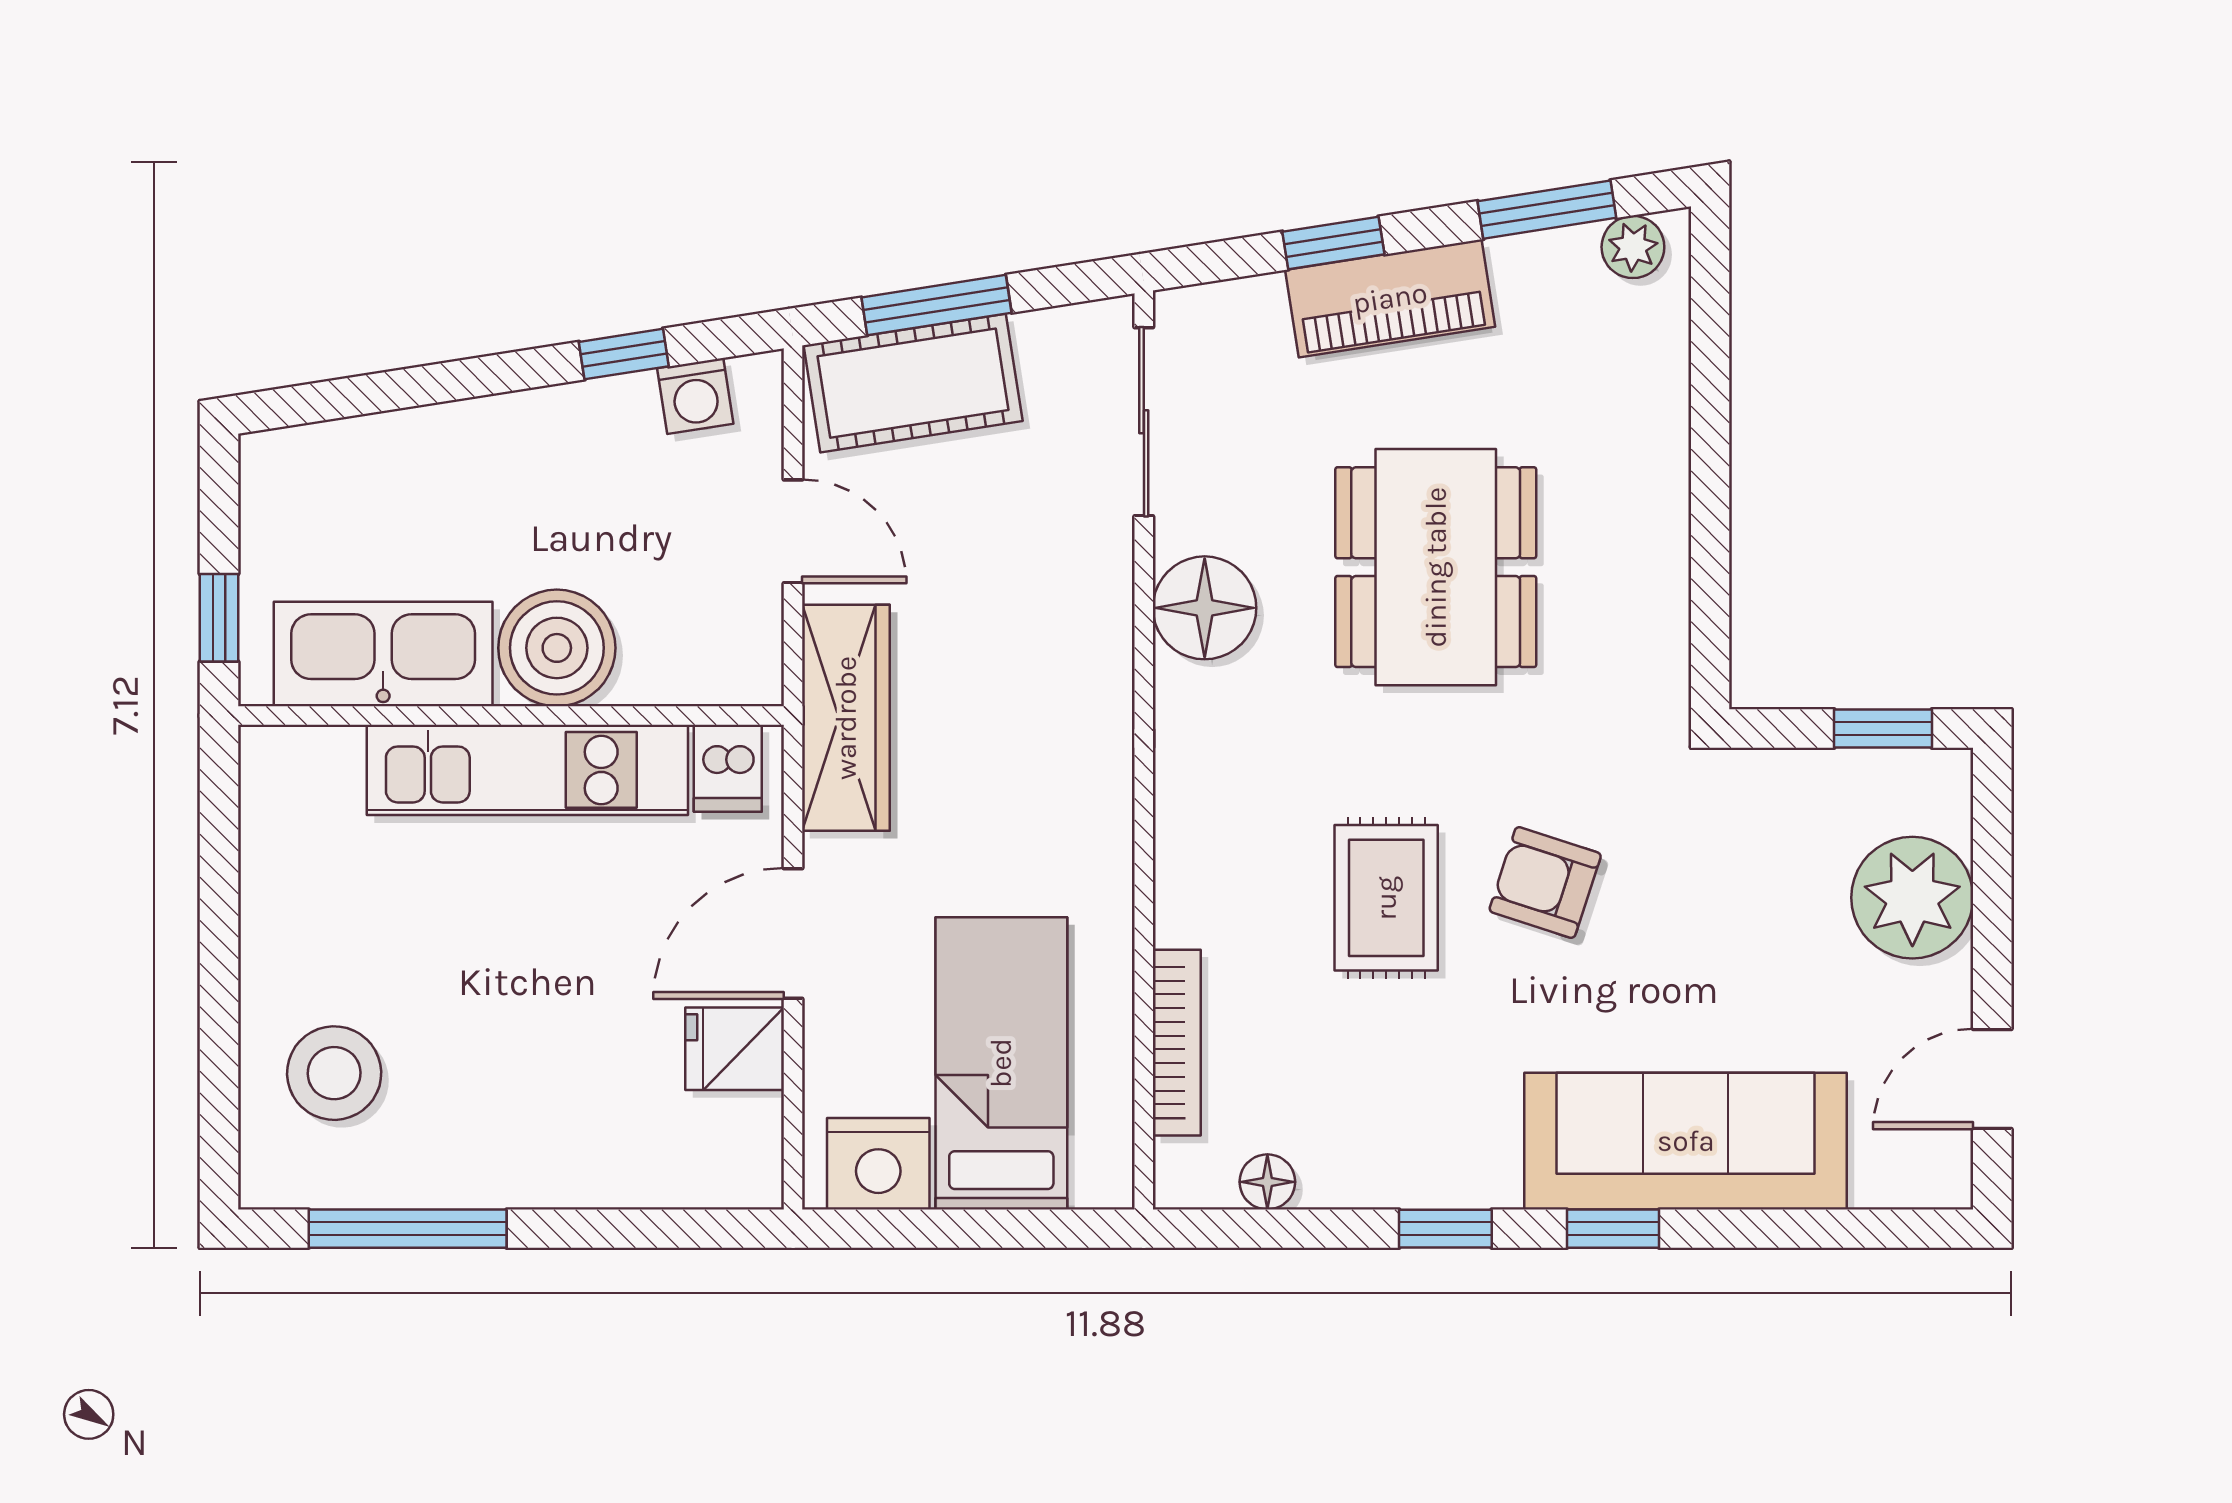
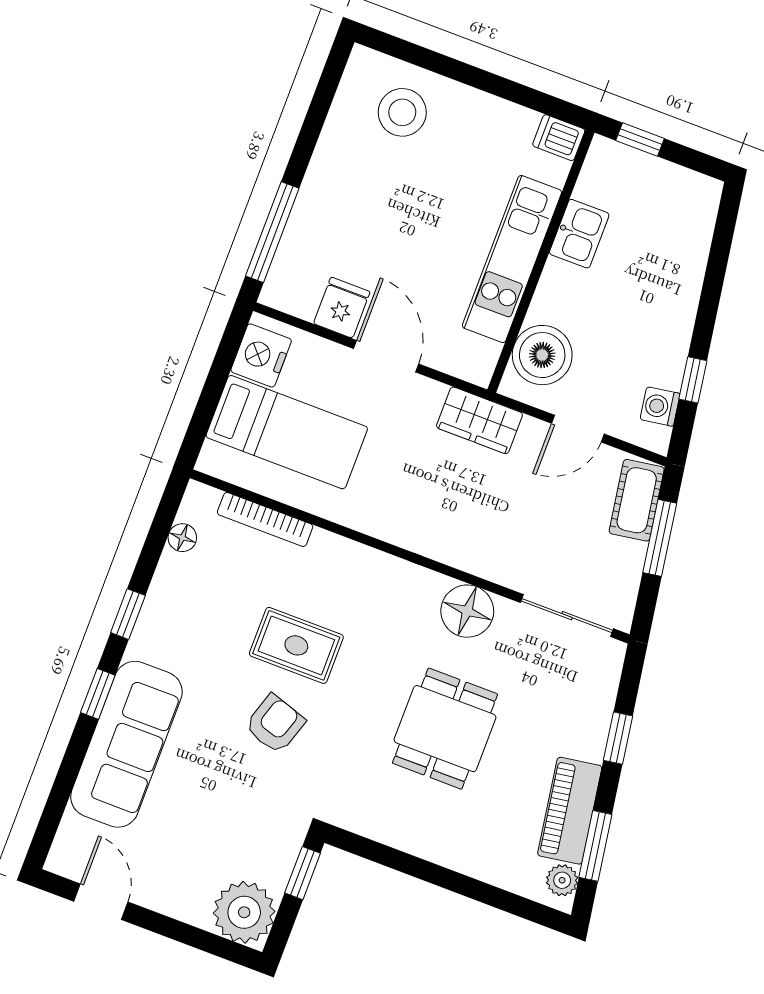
piano: (1390, 298) -> (570, 811), moved
cot: (913, 383) -> (637, 500), width x0.73, depth x0.75
dining table: (1436, 567) -> (445, 729), width x0.73
boiler: (557, 648) -> (542, 355), moved
kitchen sink: (383, 654) -> (579, 234), width x0.53, depth x0.81
wardrobe: (846, 718) -> (479, 420), width x0.67
window: (1883, 729) -> (303, 873), moved
dishwasher: (728, 768) -> (559, 138), moved
plant: (1912, 898) -> (244, 912), moved
window: (408, 1229) -> (272, 232), moved

